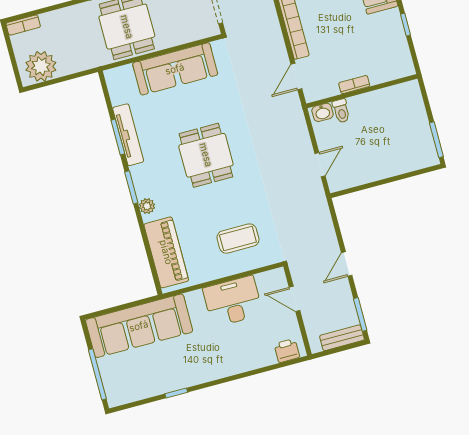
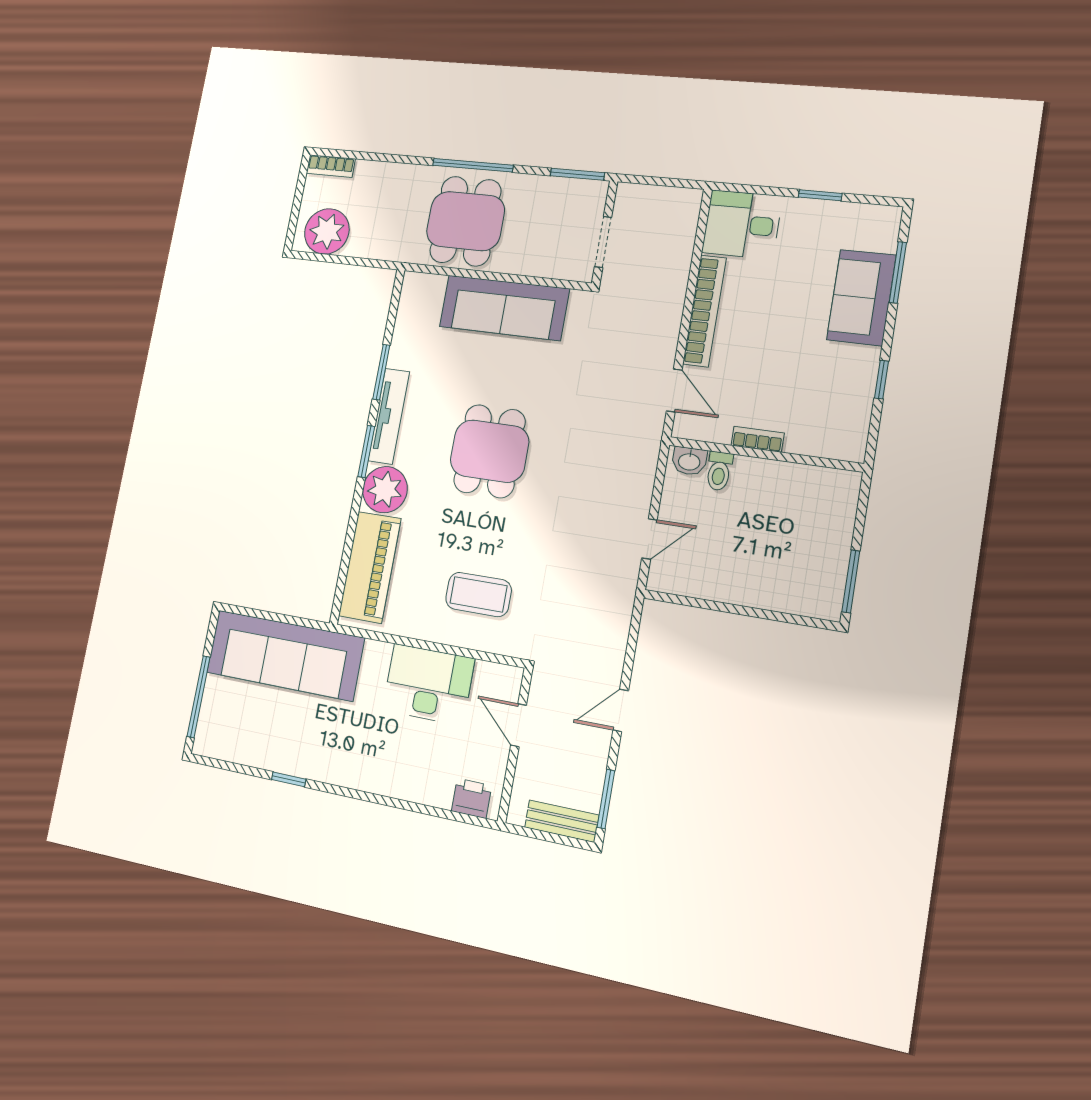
door: (296, 76) -> (674, 390), swing flipped
tv unit: (128, 135) -> (389, 416), moved
plant: (147, 206) -> (385, 490), width x1.88, depth x1.88

